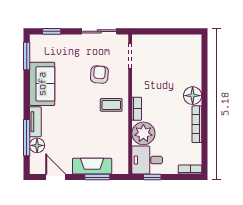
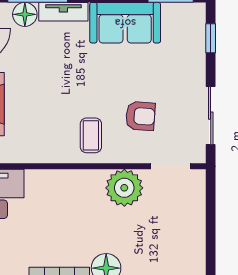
bookcase: (137, 109) -> (85, 177), removed
plant: (143, 133) -> (124, 188), moved

